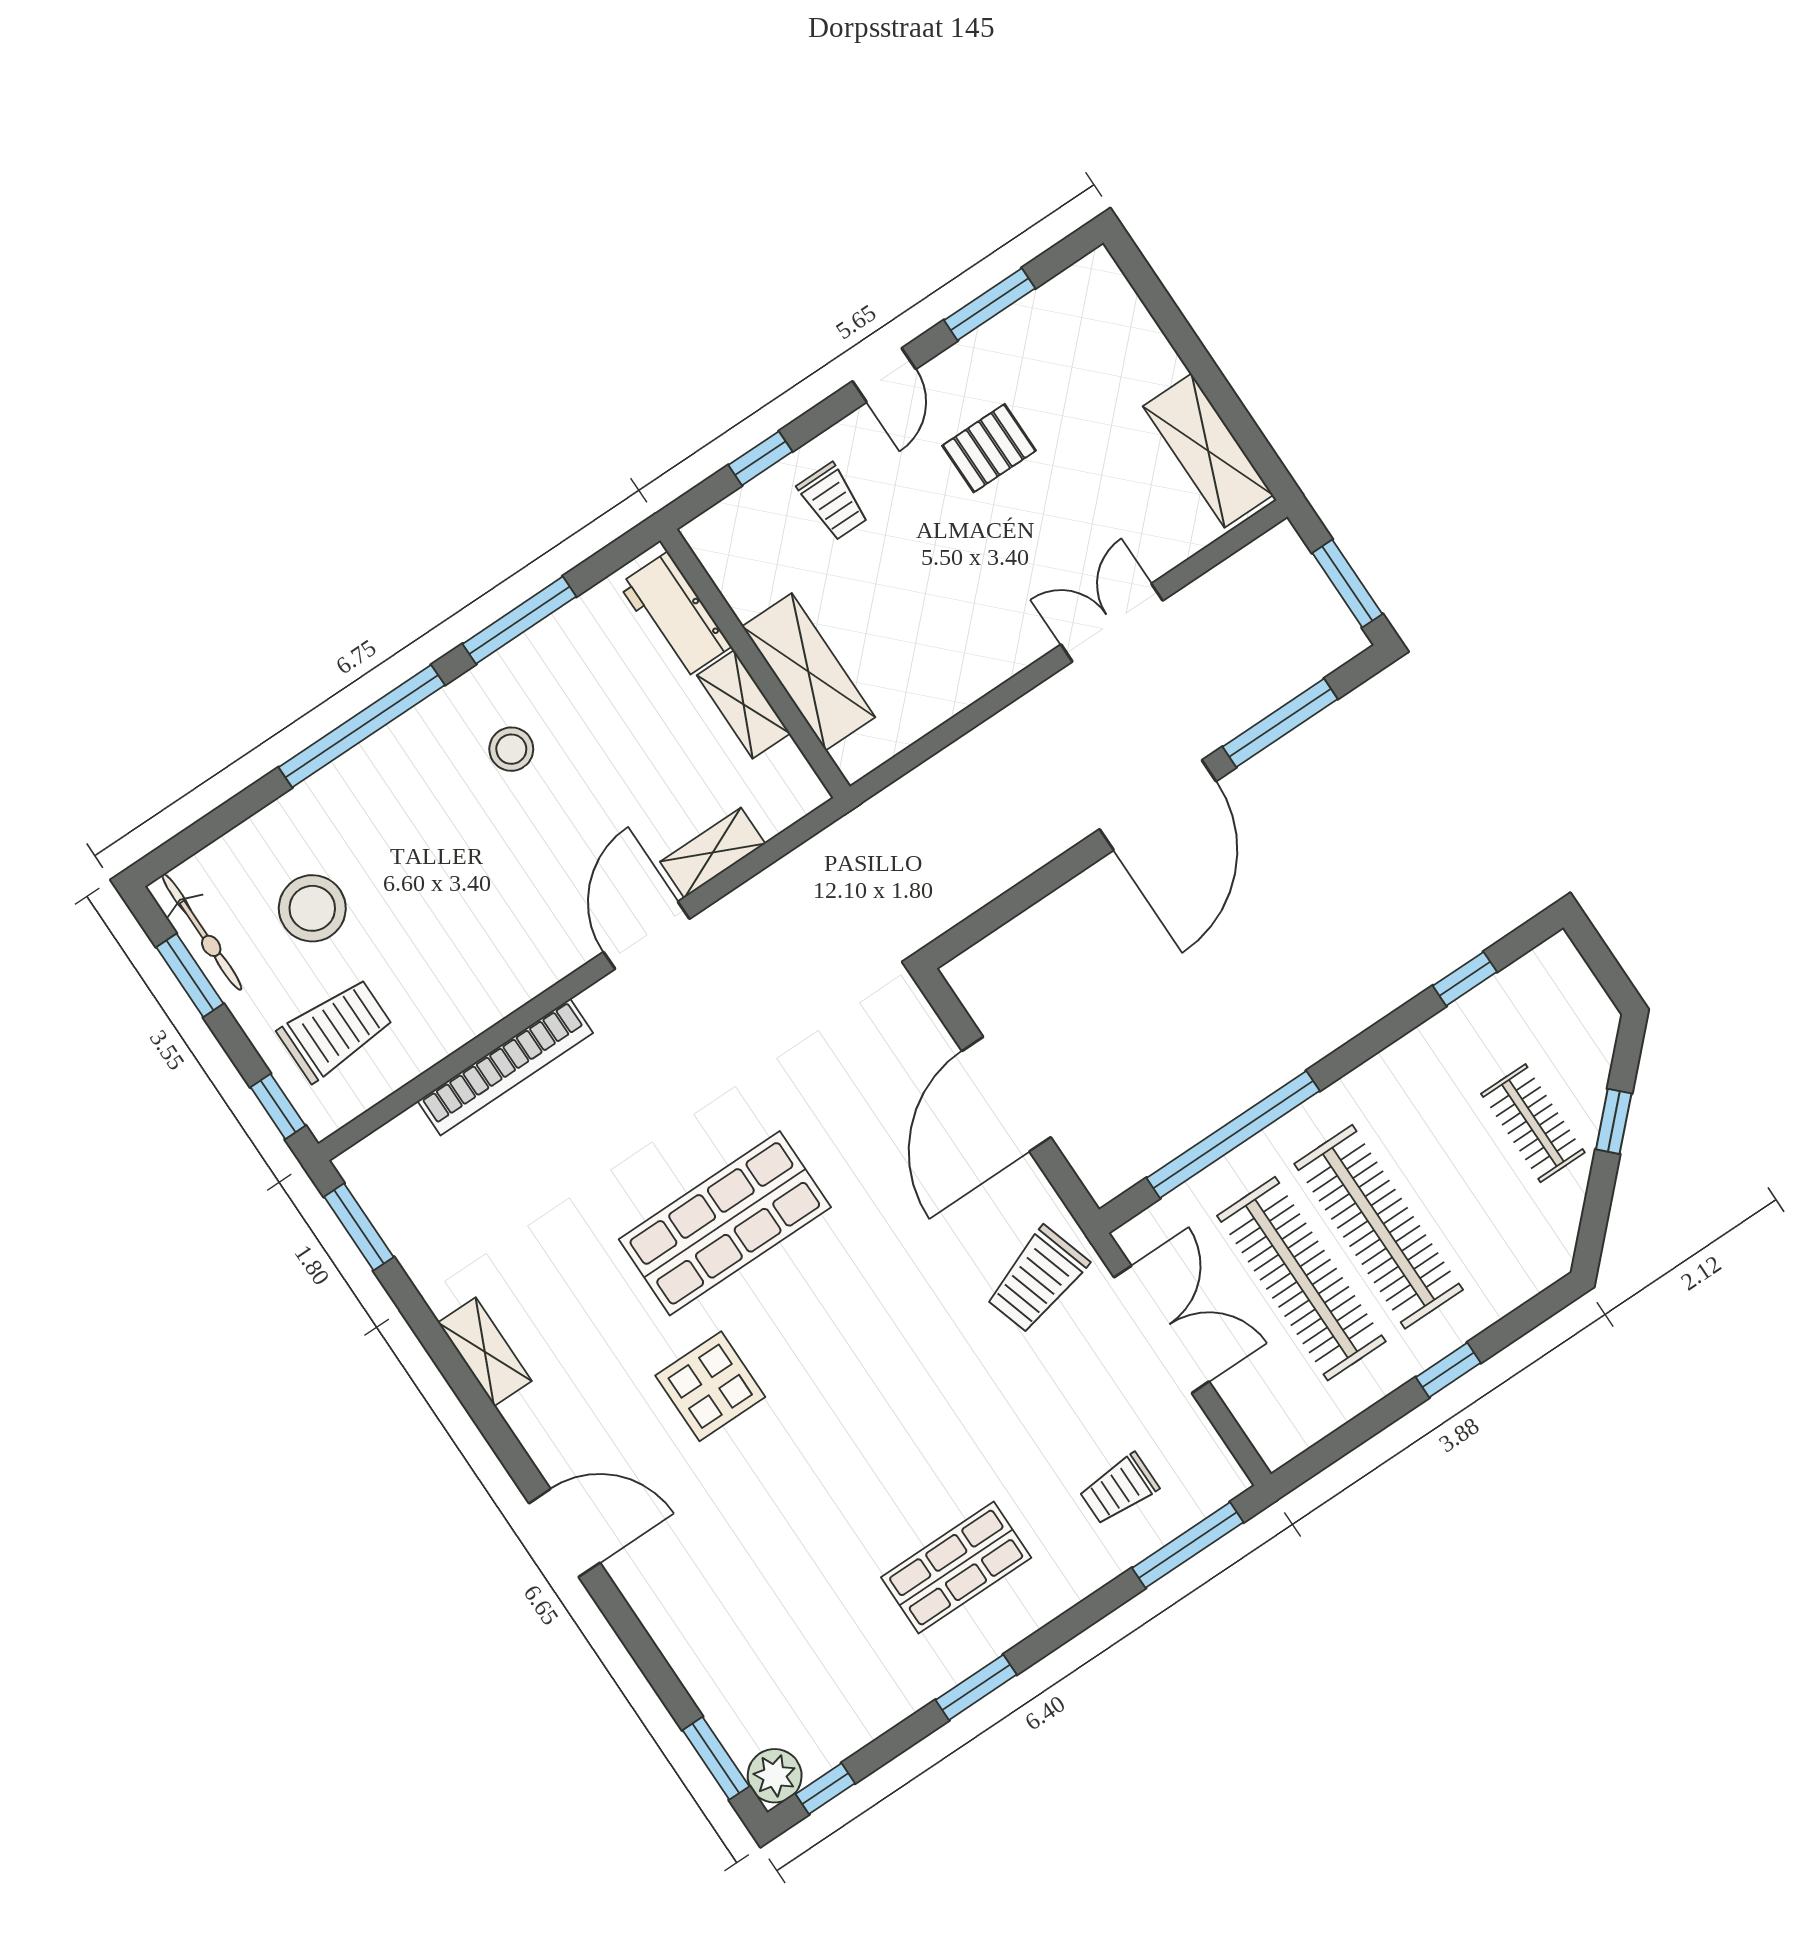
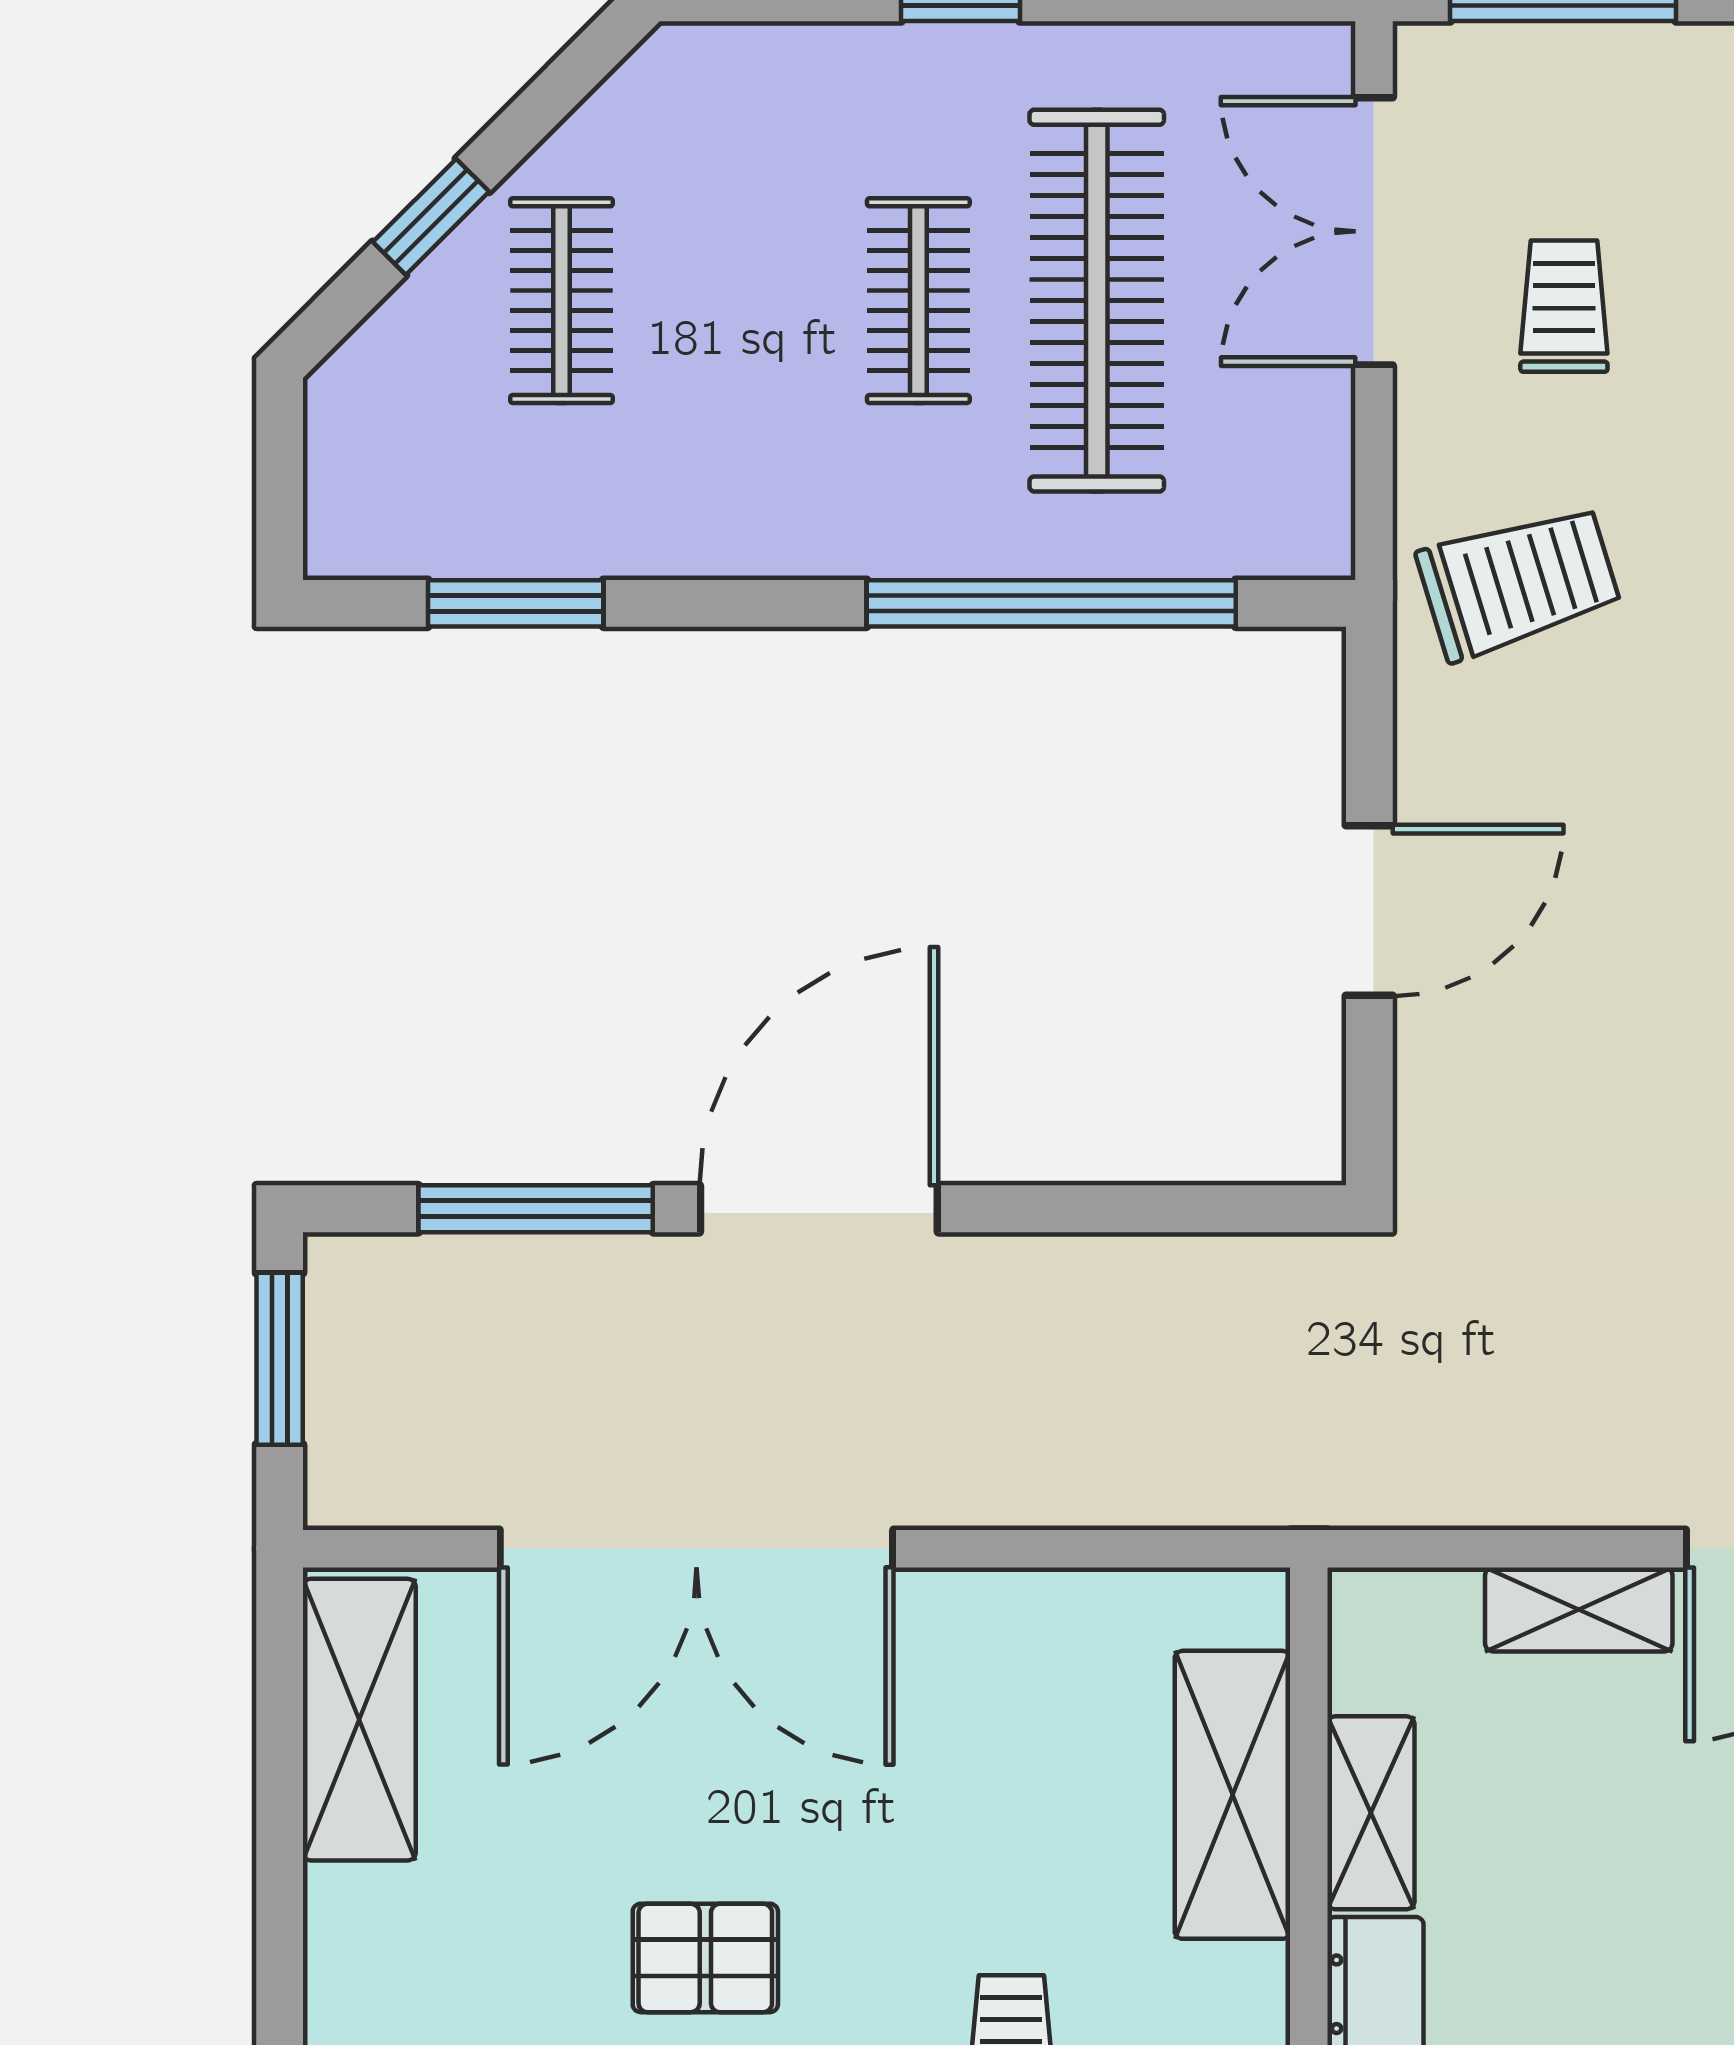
double door: (1112, 623) -> (696, 1549), width x1.87
window: (1465, 979) -> (516, 603), width x1.50
door: (1006, 1094) -> (1369, 911), width x0.73
clothes rail: (1379, 1227) -> (918, 301), width x0.54, depth x0.76
double door: (1162, 1329) -> (1374, 231), moved
trolley: (1119, 1489) -> (1564, 306), moved, turned -90

